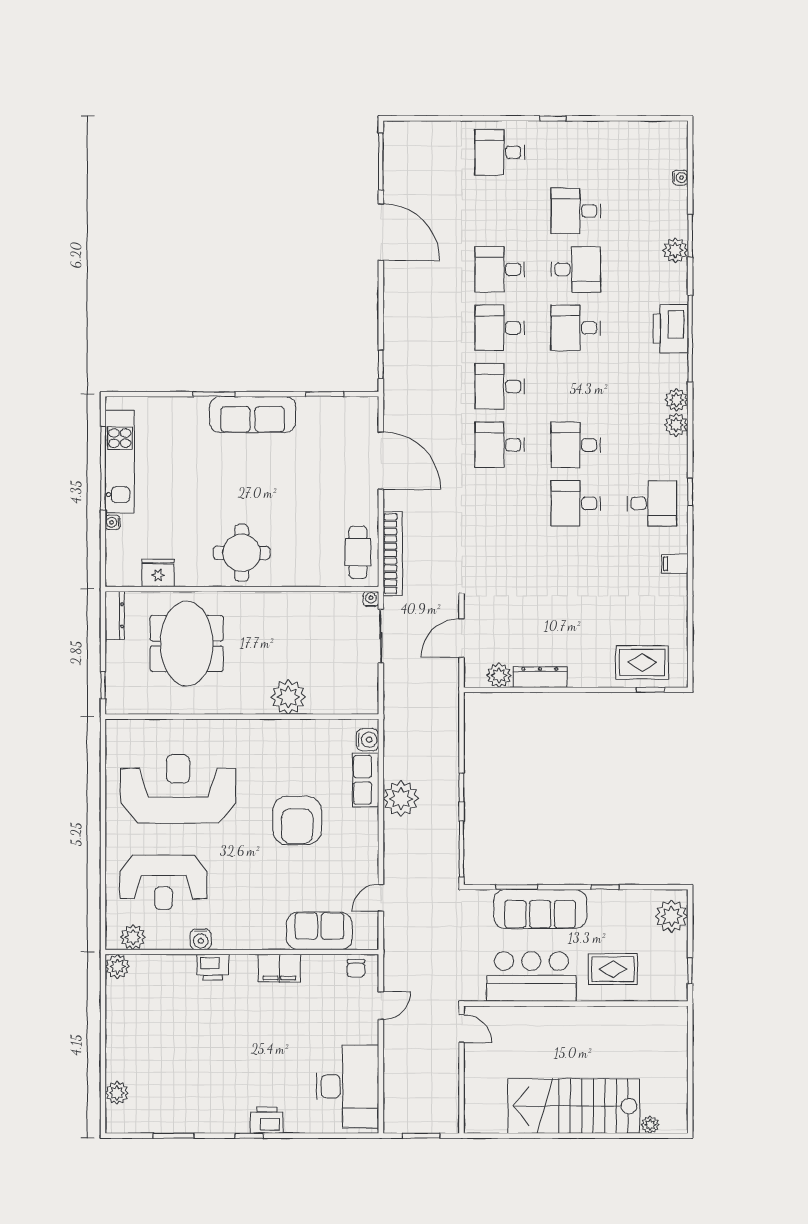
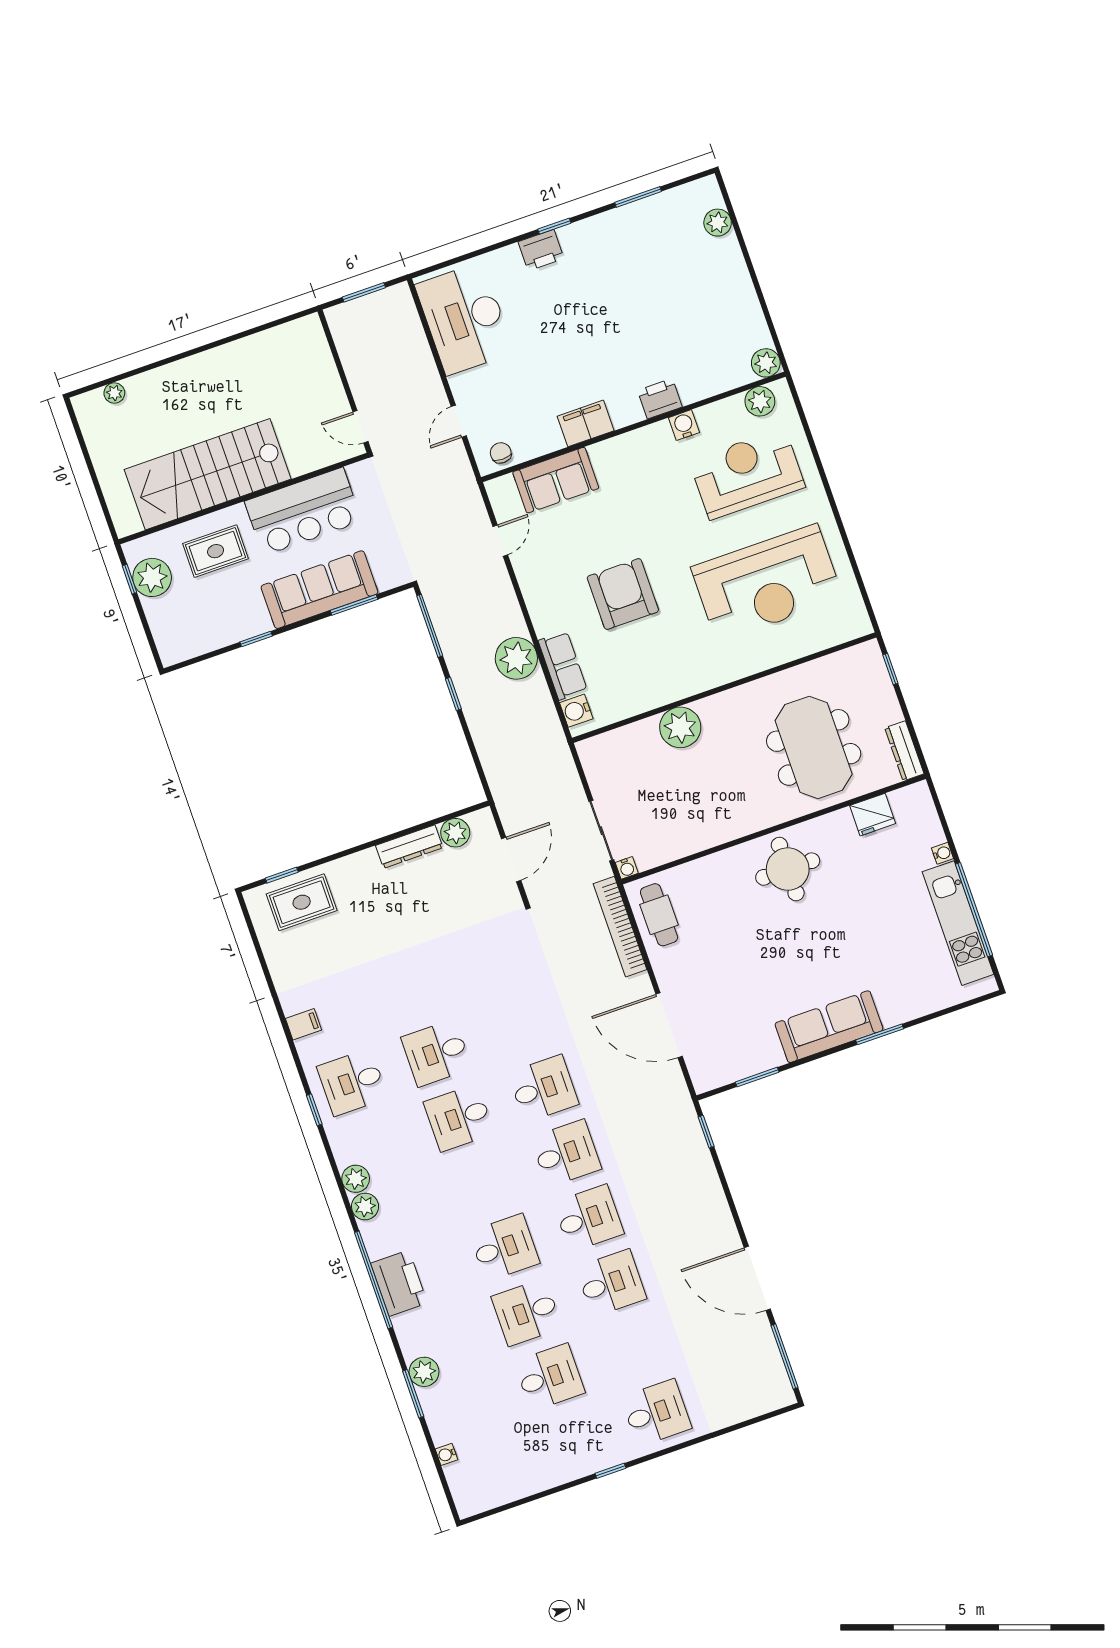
desk: (576, 445) -> (459, 1118), turned 180
desk: (576, 503) -> (436, 1053), turned 180
plant: (671, 916) -> (152, 577), moved
stairs: (574, 1106) -> (208, 474), moved, turned 180

